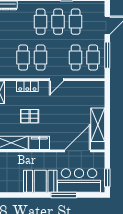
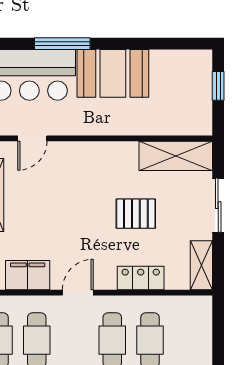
filing cabinet: (39, 143) -> (28, 275), moved, turned 180
door: (78, 151) -> (32, 138), width x0.53

